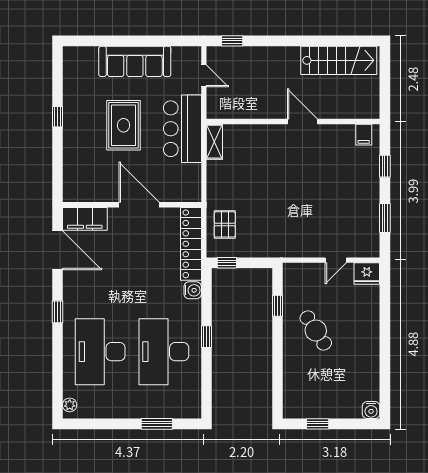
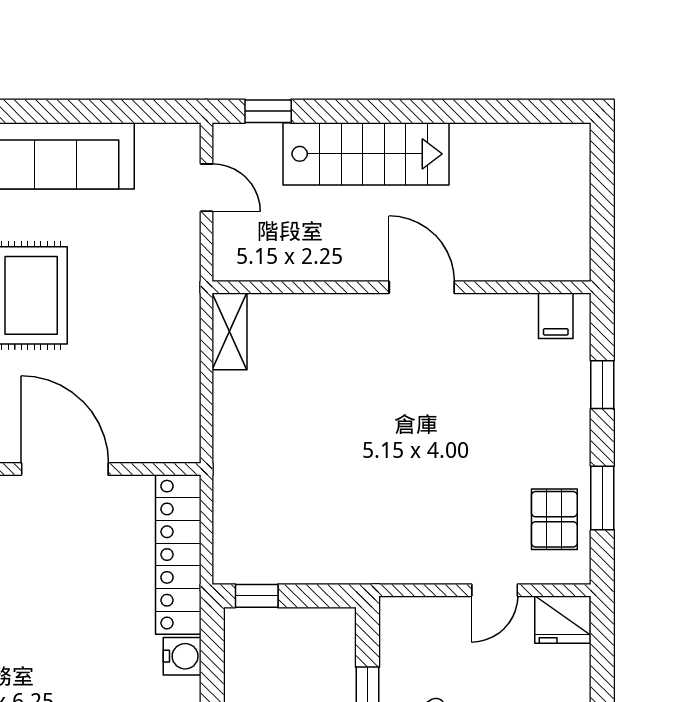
stairs: (339, 60) -> (366, 154), moved
bar counter: (182, 129) -> (160, 303), removed
pallet: (225, 224) -> (554, 519), moved

